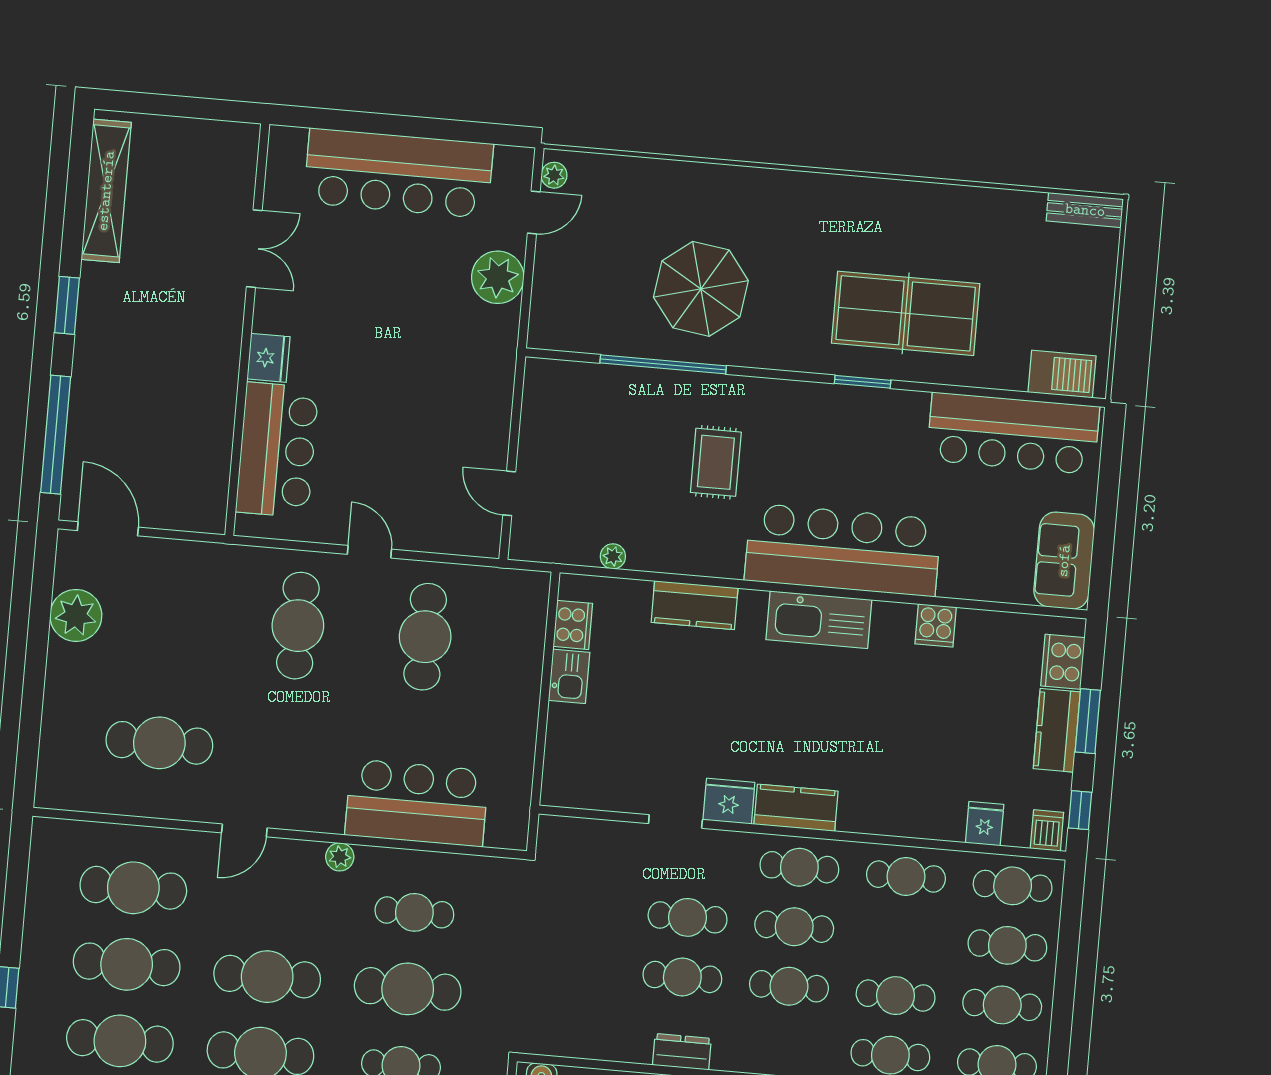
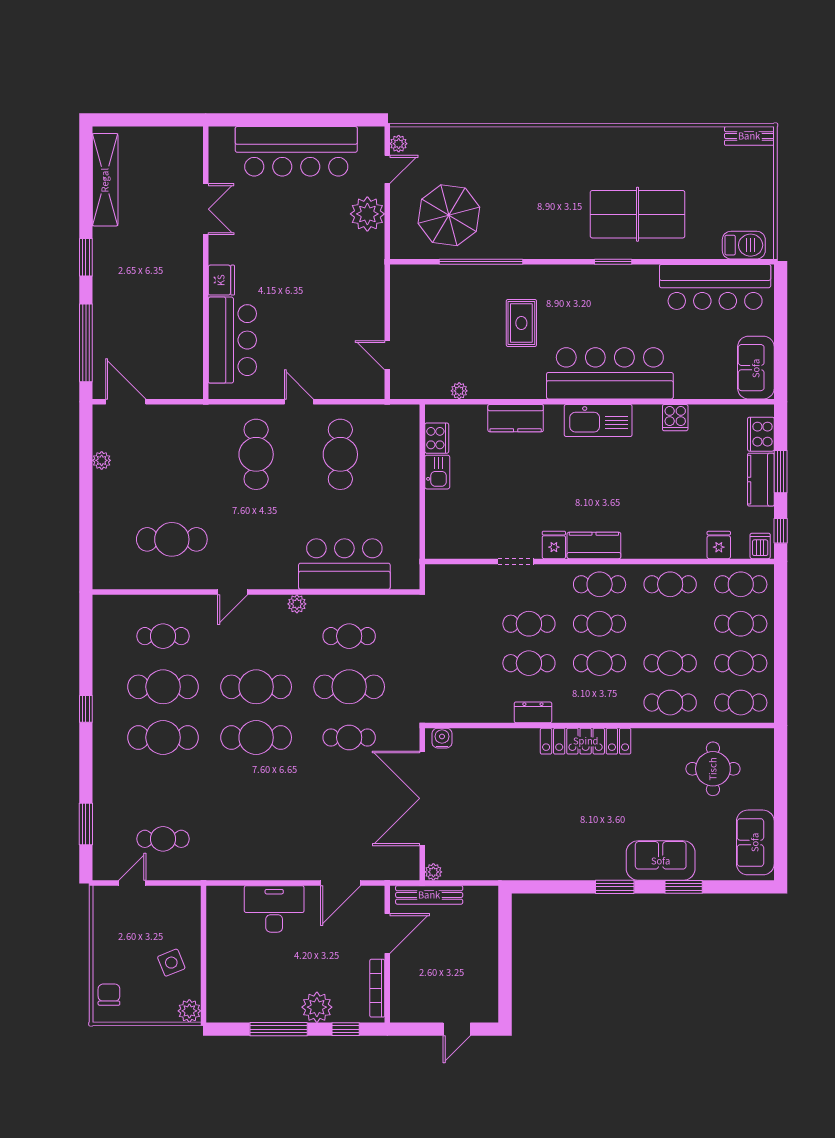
parasol: (701, 289) -> (449, 215), moved
plant: (76, 615) -> (102, 460), width x0.53, depth x0.53
fridge: (729, 801) -> (554, 545), width x0.72
cafe table: (133, 888) -> (163, 636), width x0.73, depth x0.74

